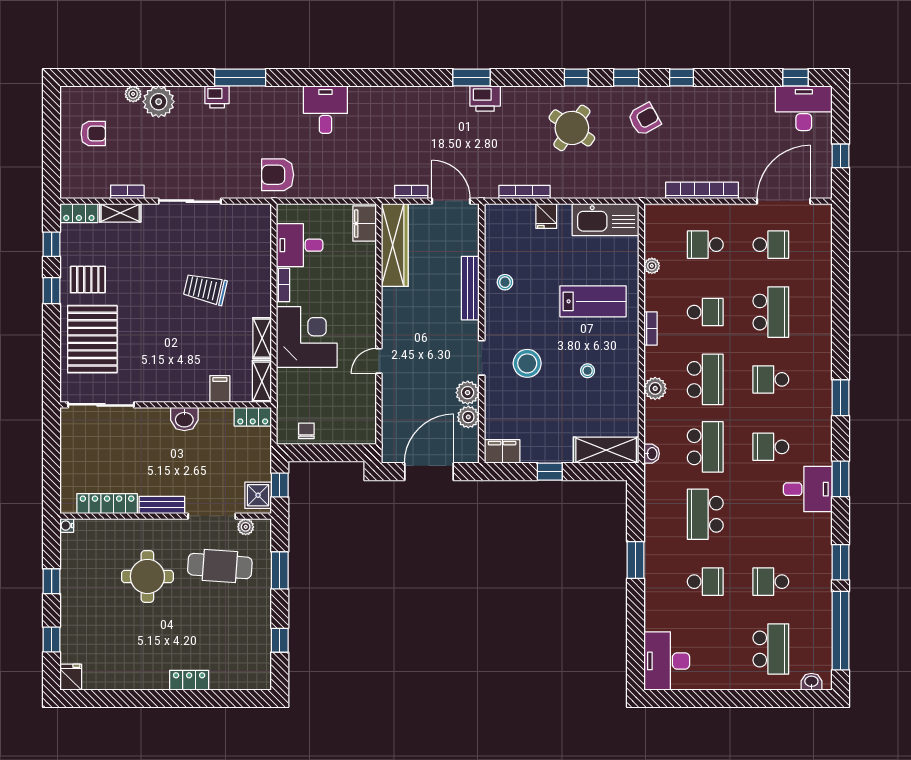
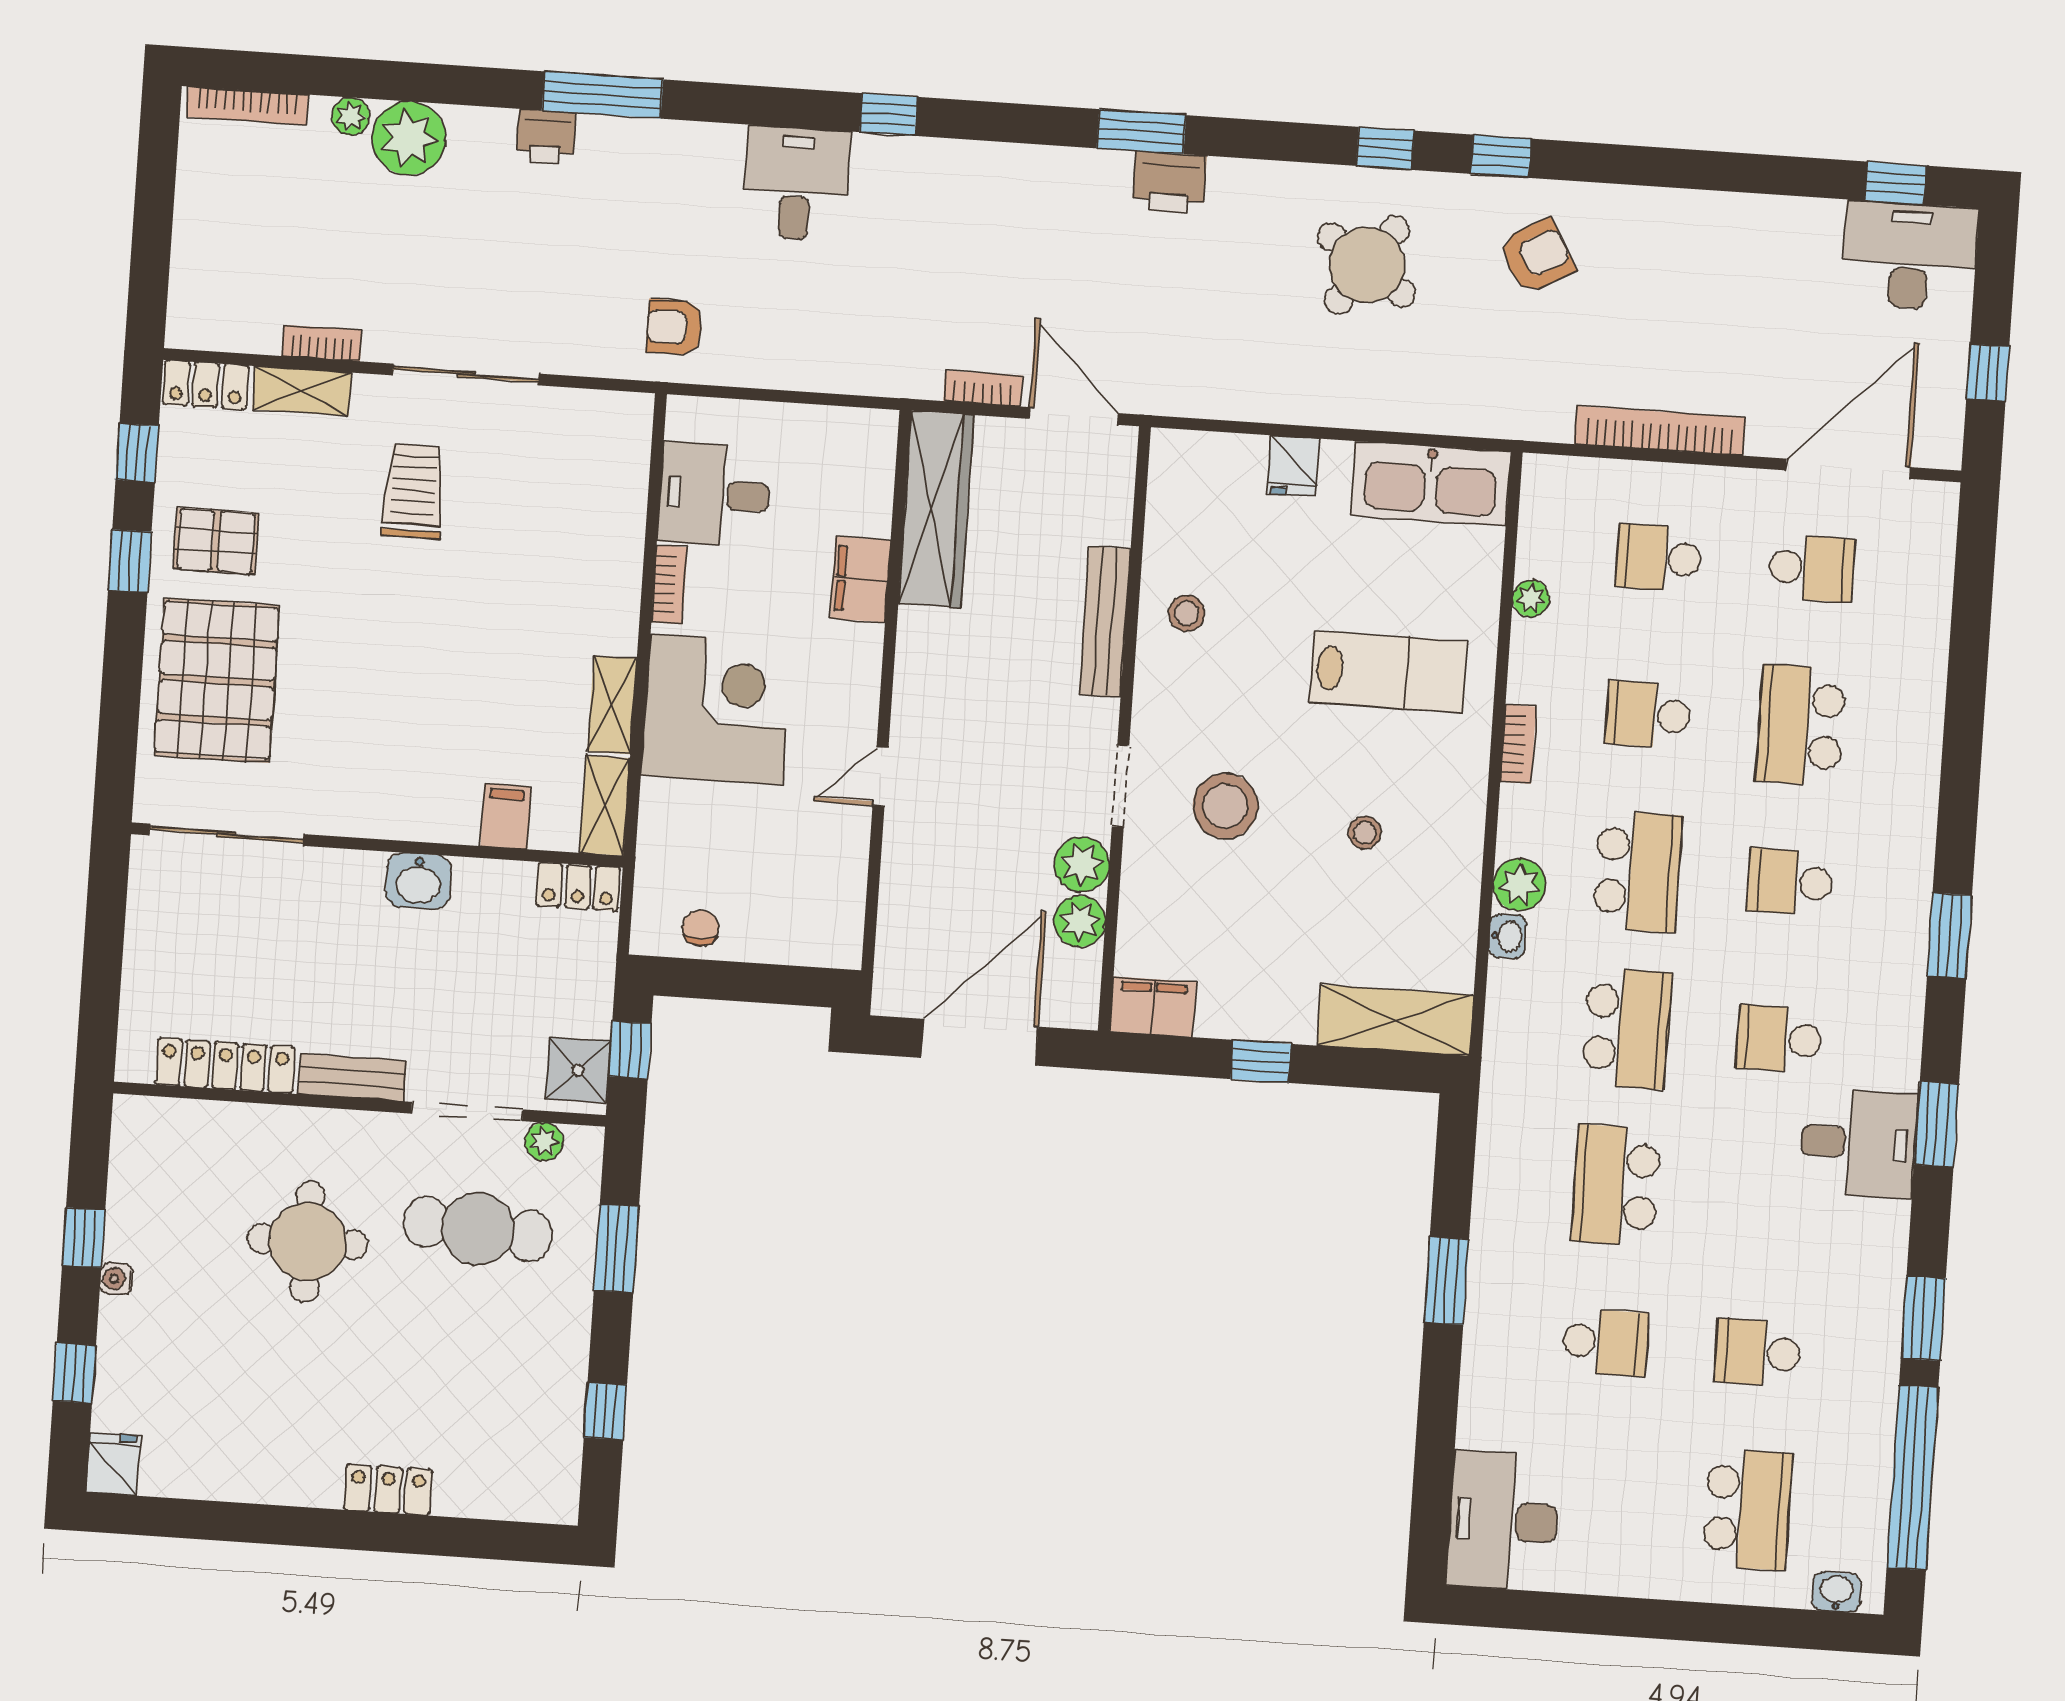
window: (681, 78) -> (889, 114), moved
armchair: (93, 133) -> (252, 202), removed
armchair: (278, 175) -> (674, 327), width x0.72, depth x0.72
bookcase: (524, 192) -> (247, 106), moved, turned 180
filing cabinet: (365, 224) -> (860, 579), moved
trolley: (205, 289) -> (413, 491), moved, turned 77
school desk: (705, 312) -> (1648, 715), turned 180
school desk: (771, 312) -> (1801, 725), turned 180
washbasin: (652, 454) -> (1508, 936), moved
water cooler: (67, 525) -> (116, 1279), moved

